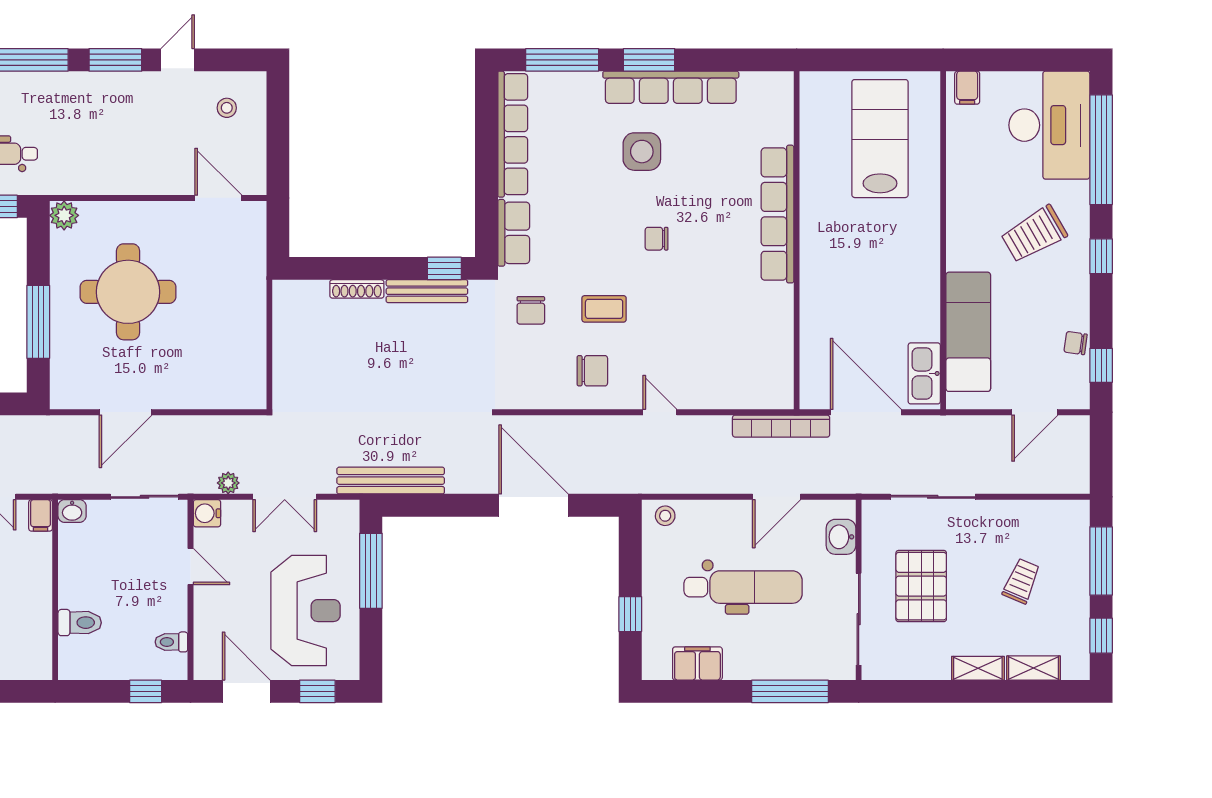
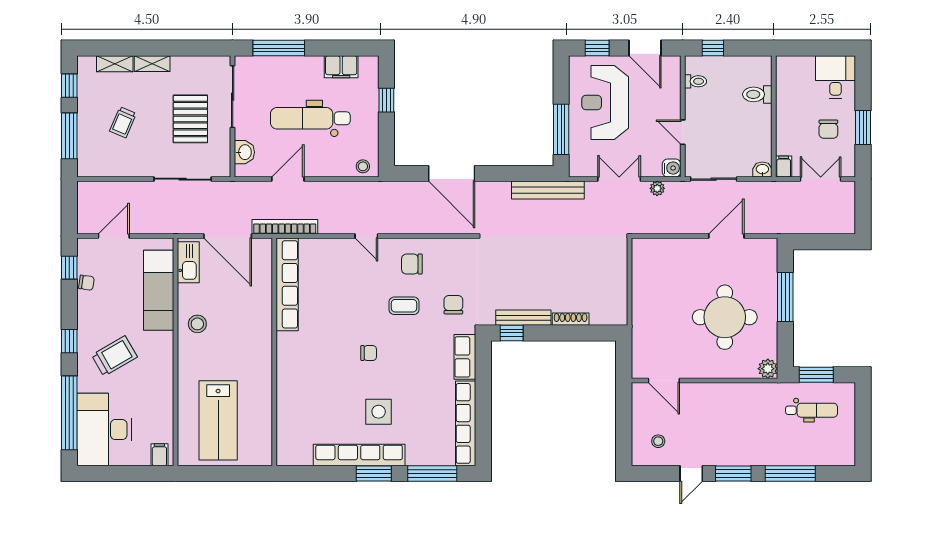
row of seats: (777, 214) -> (287, 284), moved
stool: (911, 282) -> (197, 324), added

